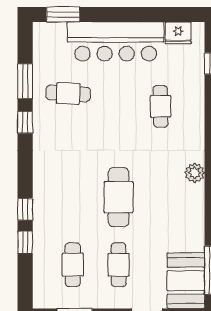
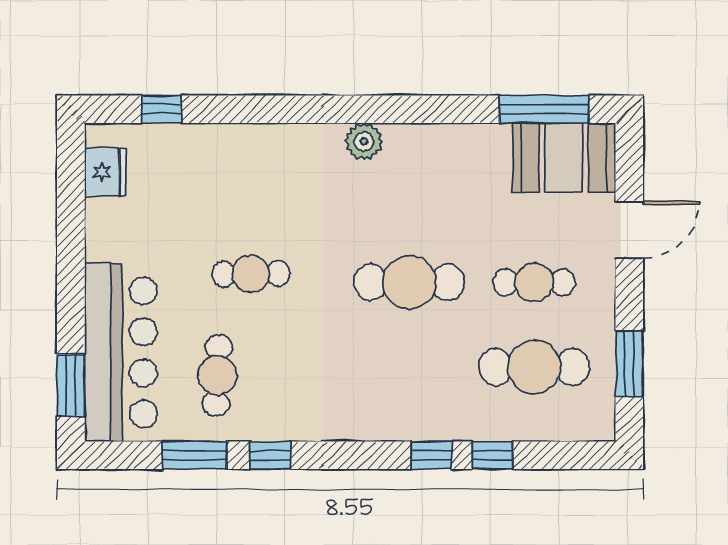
bar counter: (116, 41) -> (121, 352), moved
cafe table: (160, 106) -> (251, 274), moved
cafe table: (73, 265) -> (534, 367), width x1.37, depth x1.35

